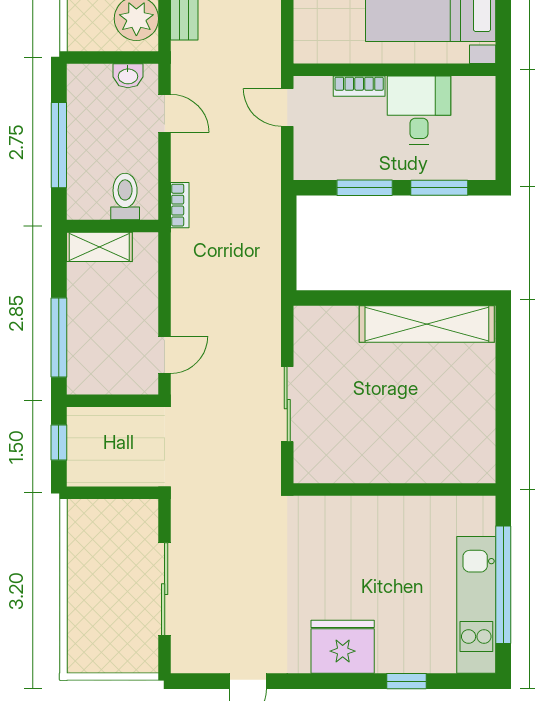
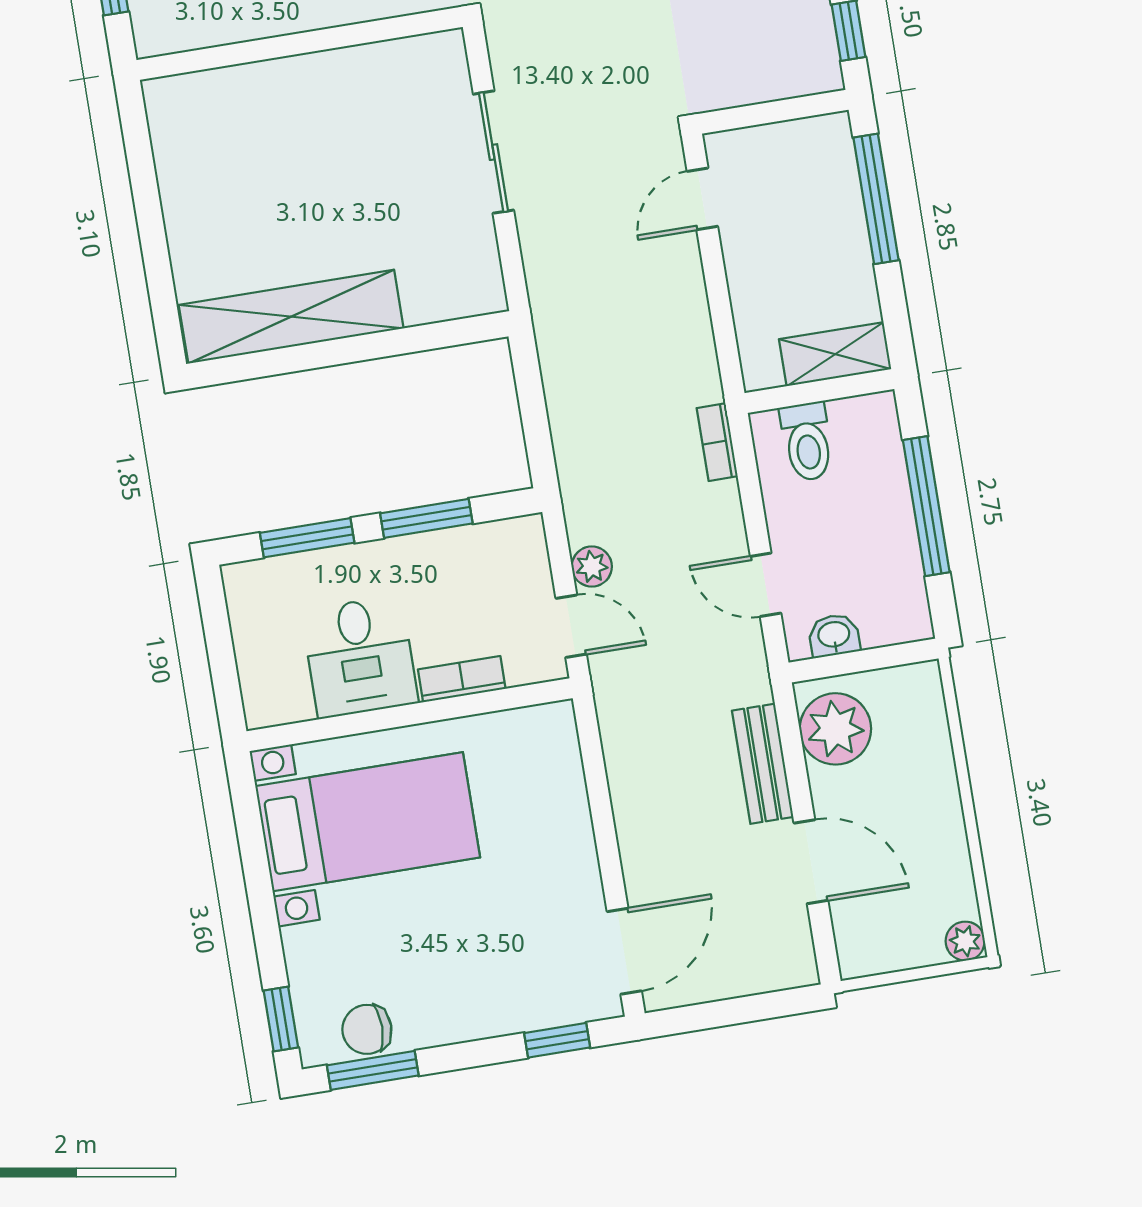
plant: (269, 142) -> (592, 567), added

